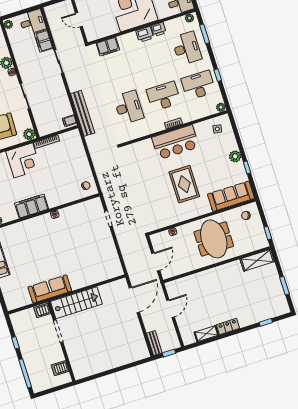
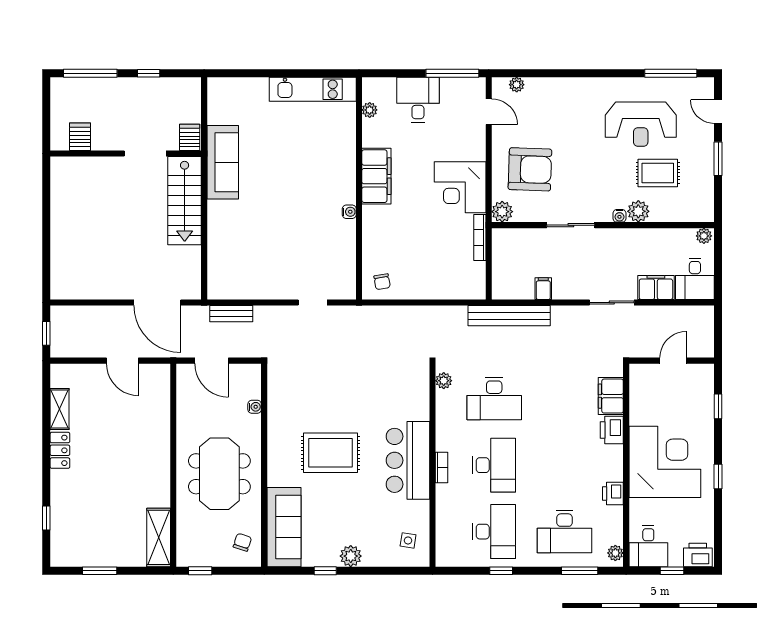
printer: (145, 34) -> (612, 430), moved
plant: (221, 107) -> (444, 381), moved
filing cabinet: (69, 121) -> (543, 289), moved
meeting table: (214, 239) -> (219, 474), turned 90
bench: (154, 343) -> (231, 314), moved

